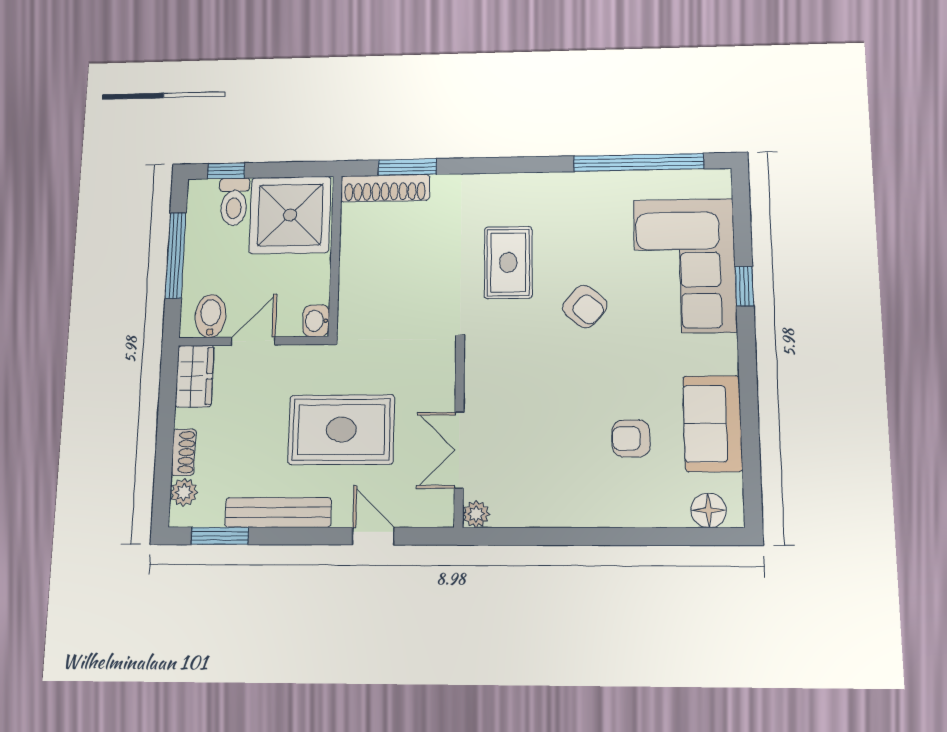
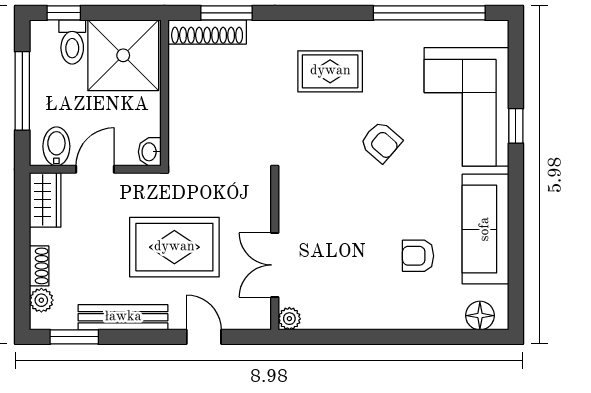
rug: (508, 262) -> (330, 71), moved, turned 90
sofa: (713, 423) -> (485, 229), width x1.36

